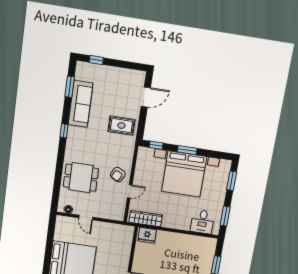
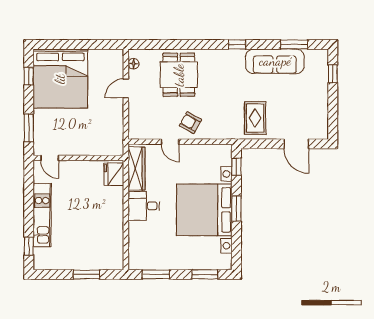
desk: (202, 222) -> (144, 206), moved

